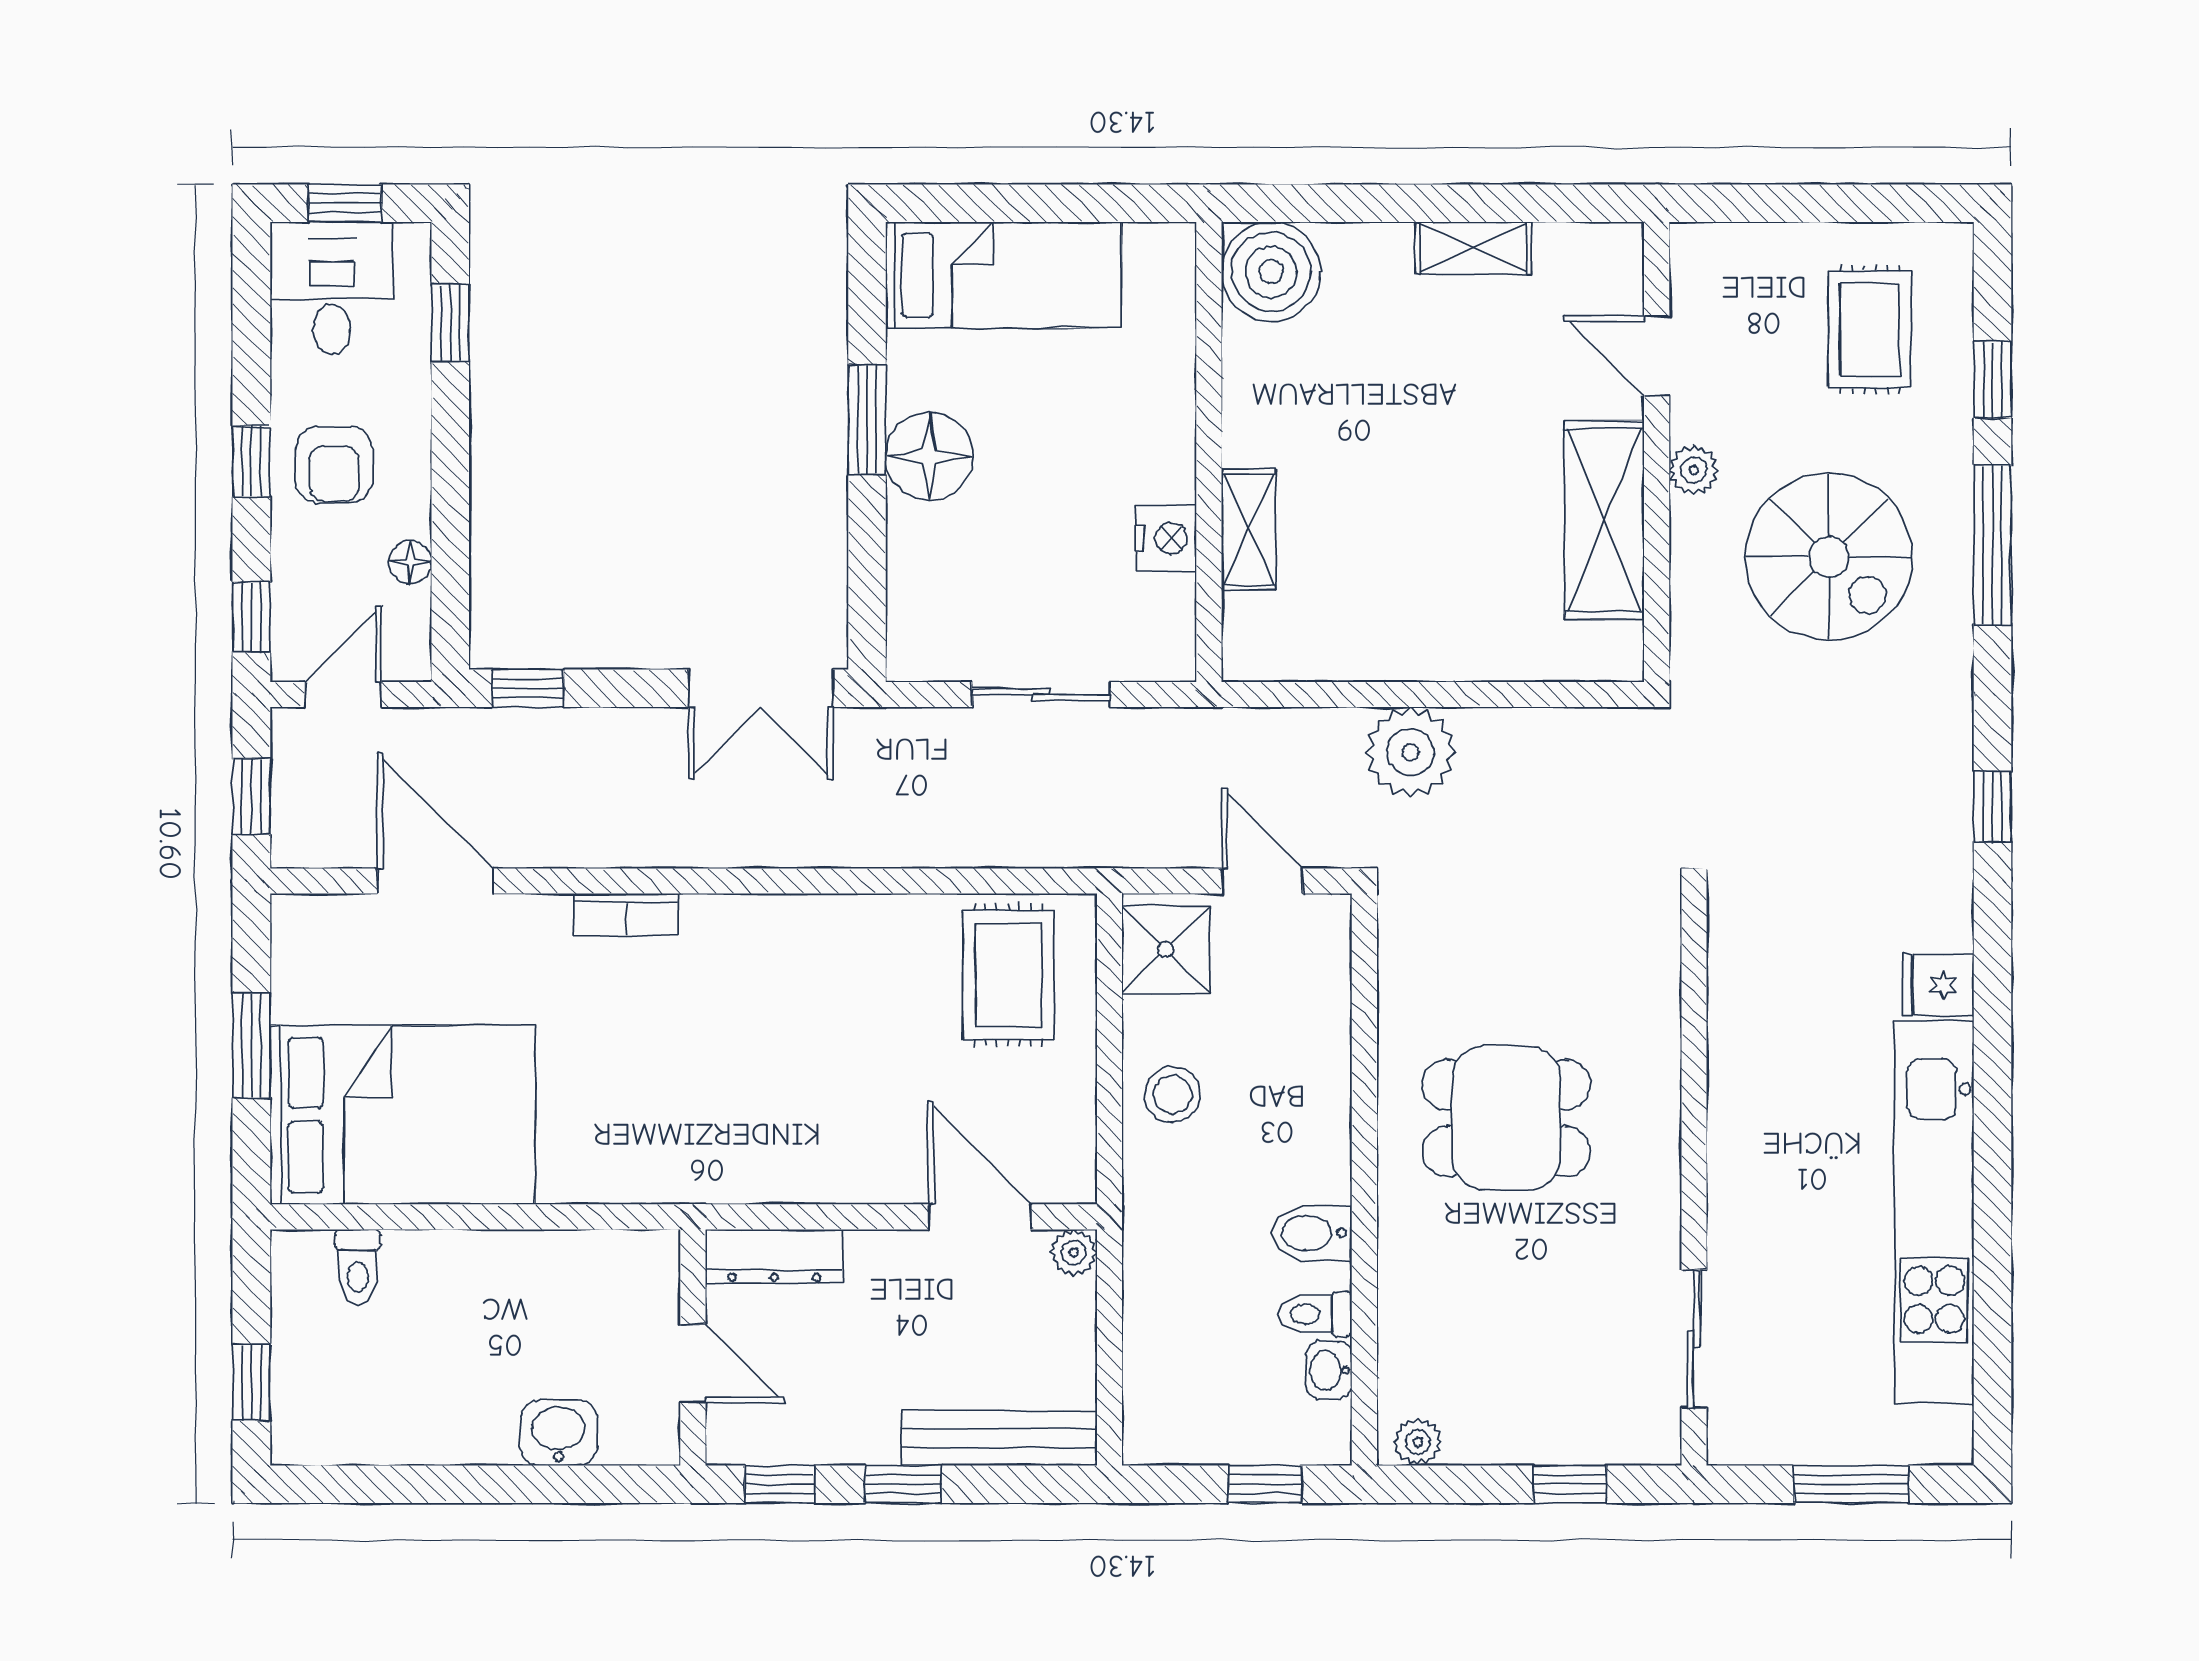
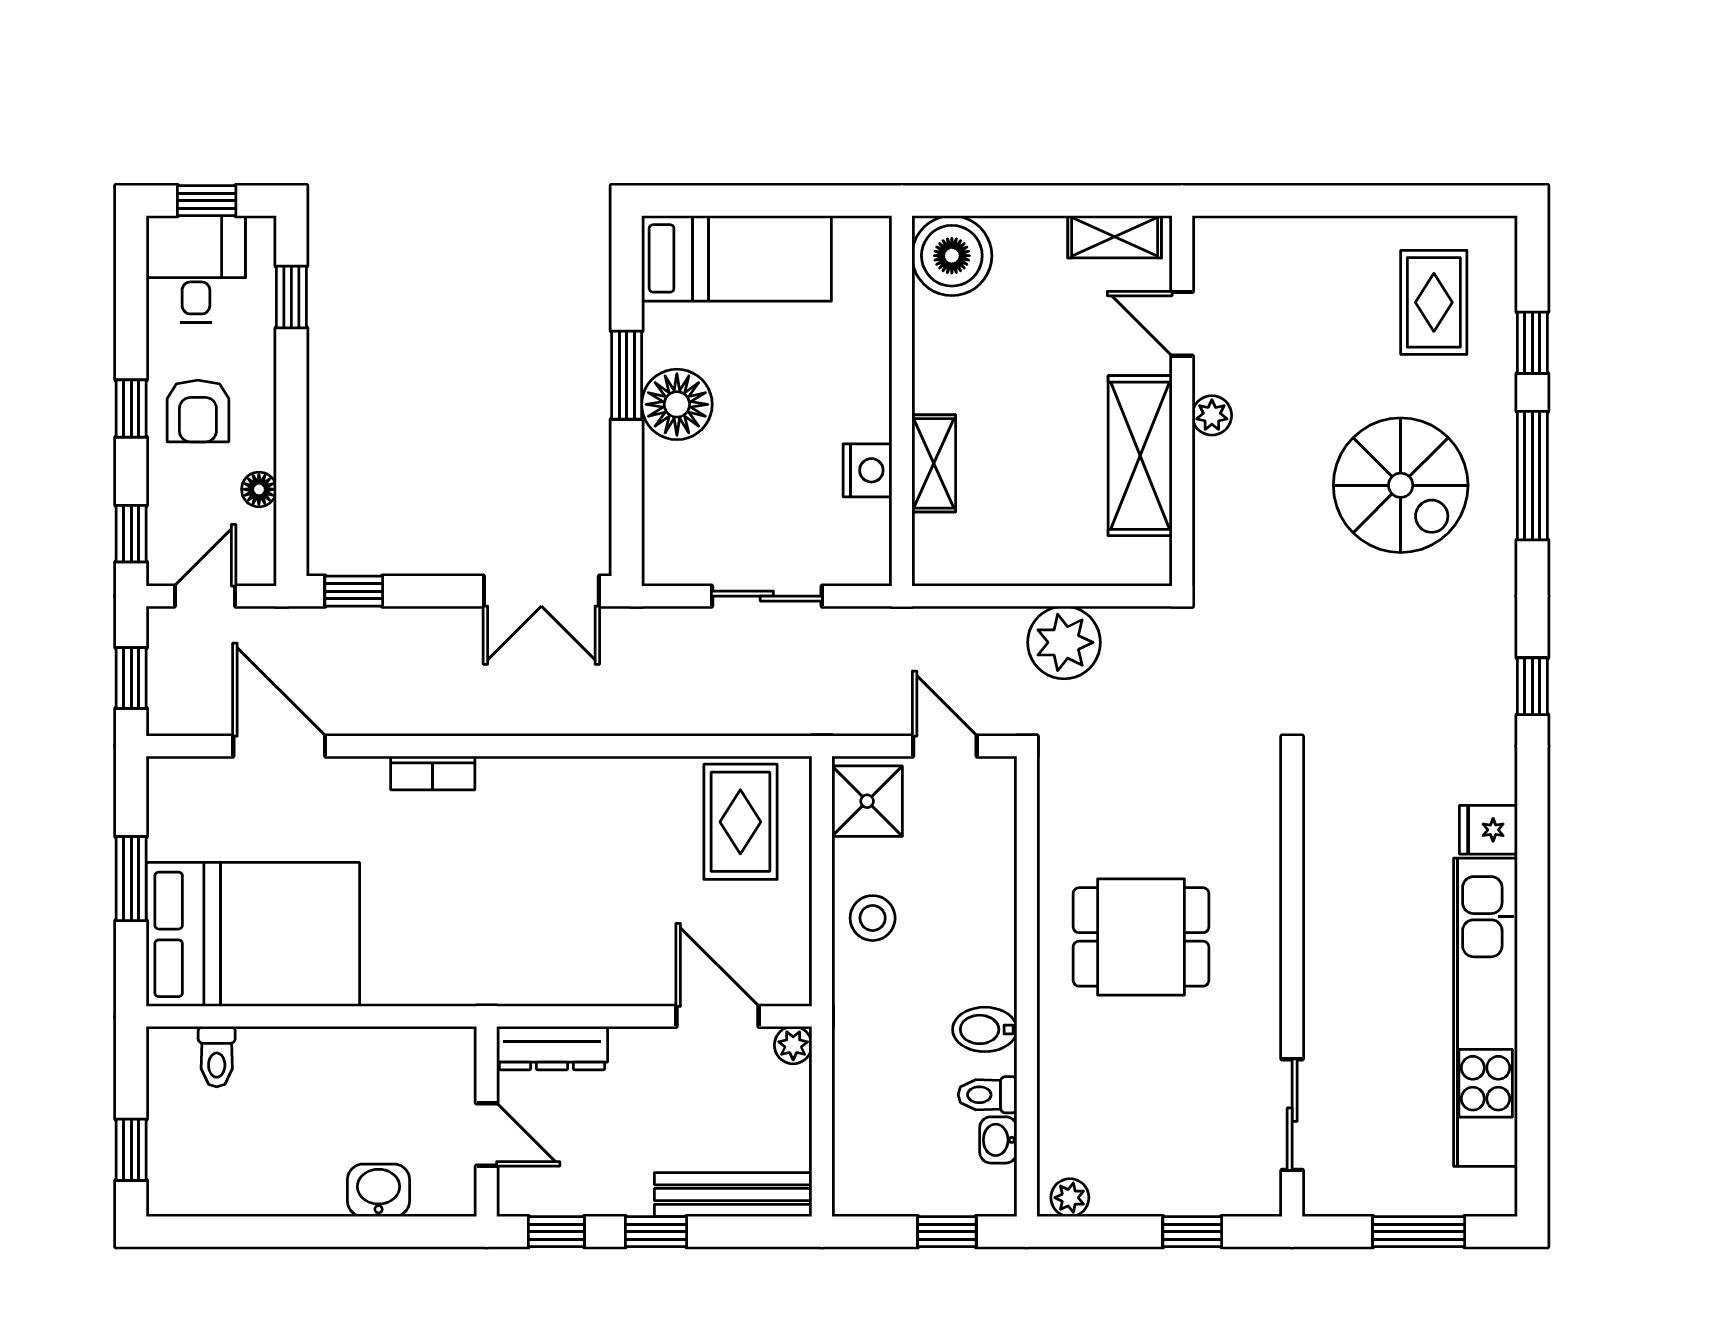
door: (1657, 356) -> (1182, 324), moved
wall: (1657, 452) -> (1182, 401), moved
plant: (1694, 470) -> (1212, 415), moved
shelving: (1604, 520) -> (1140, 456), moved

